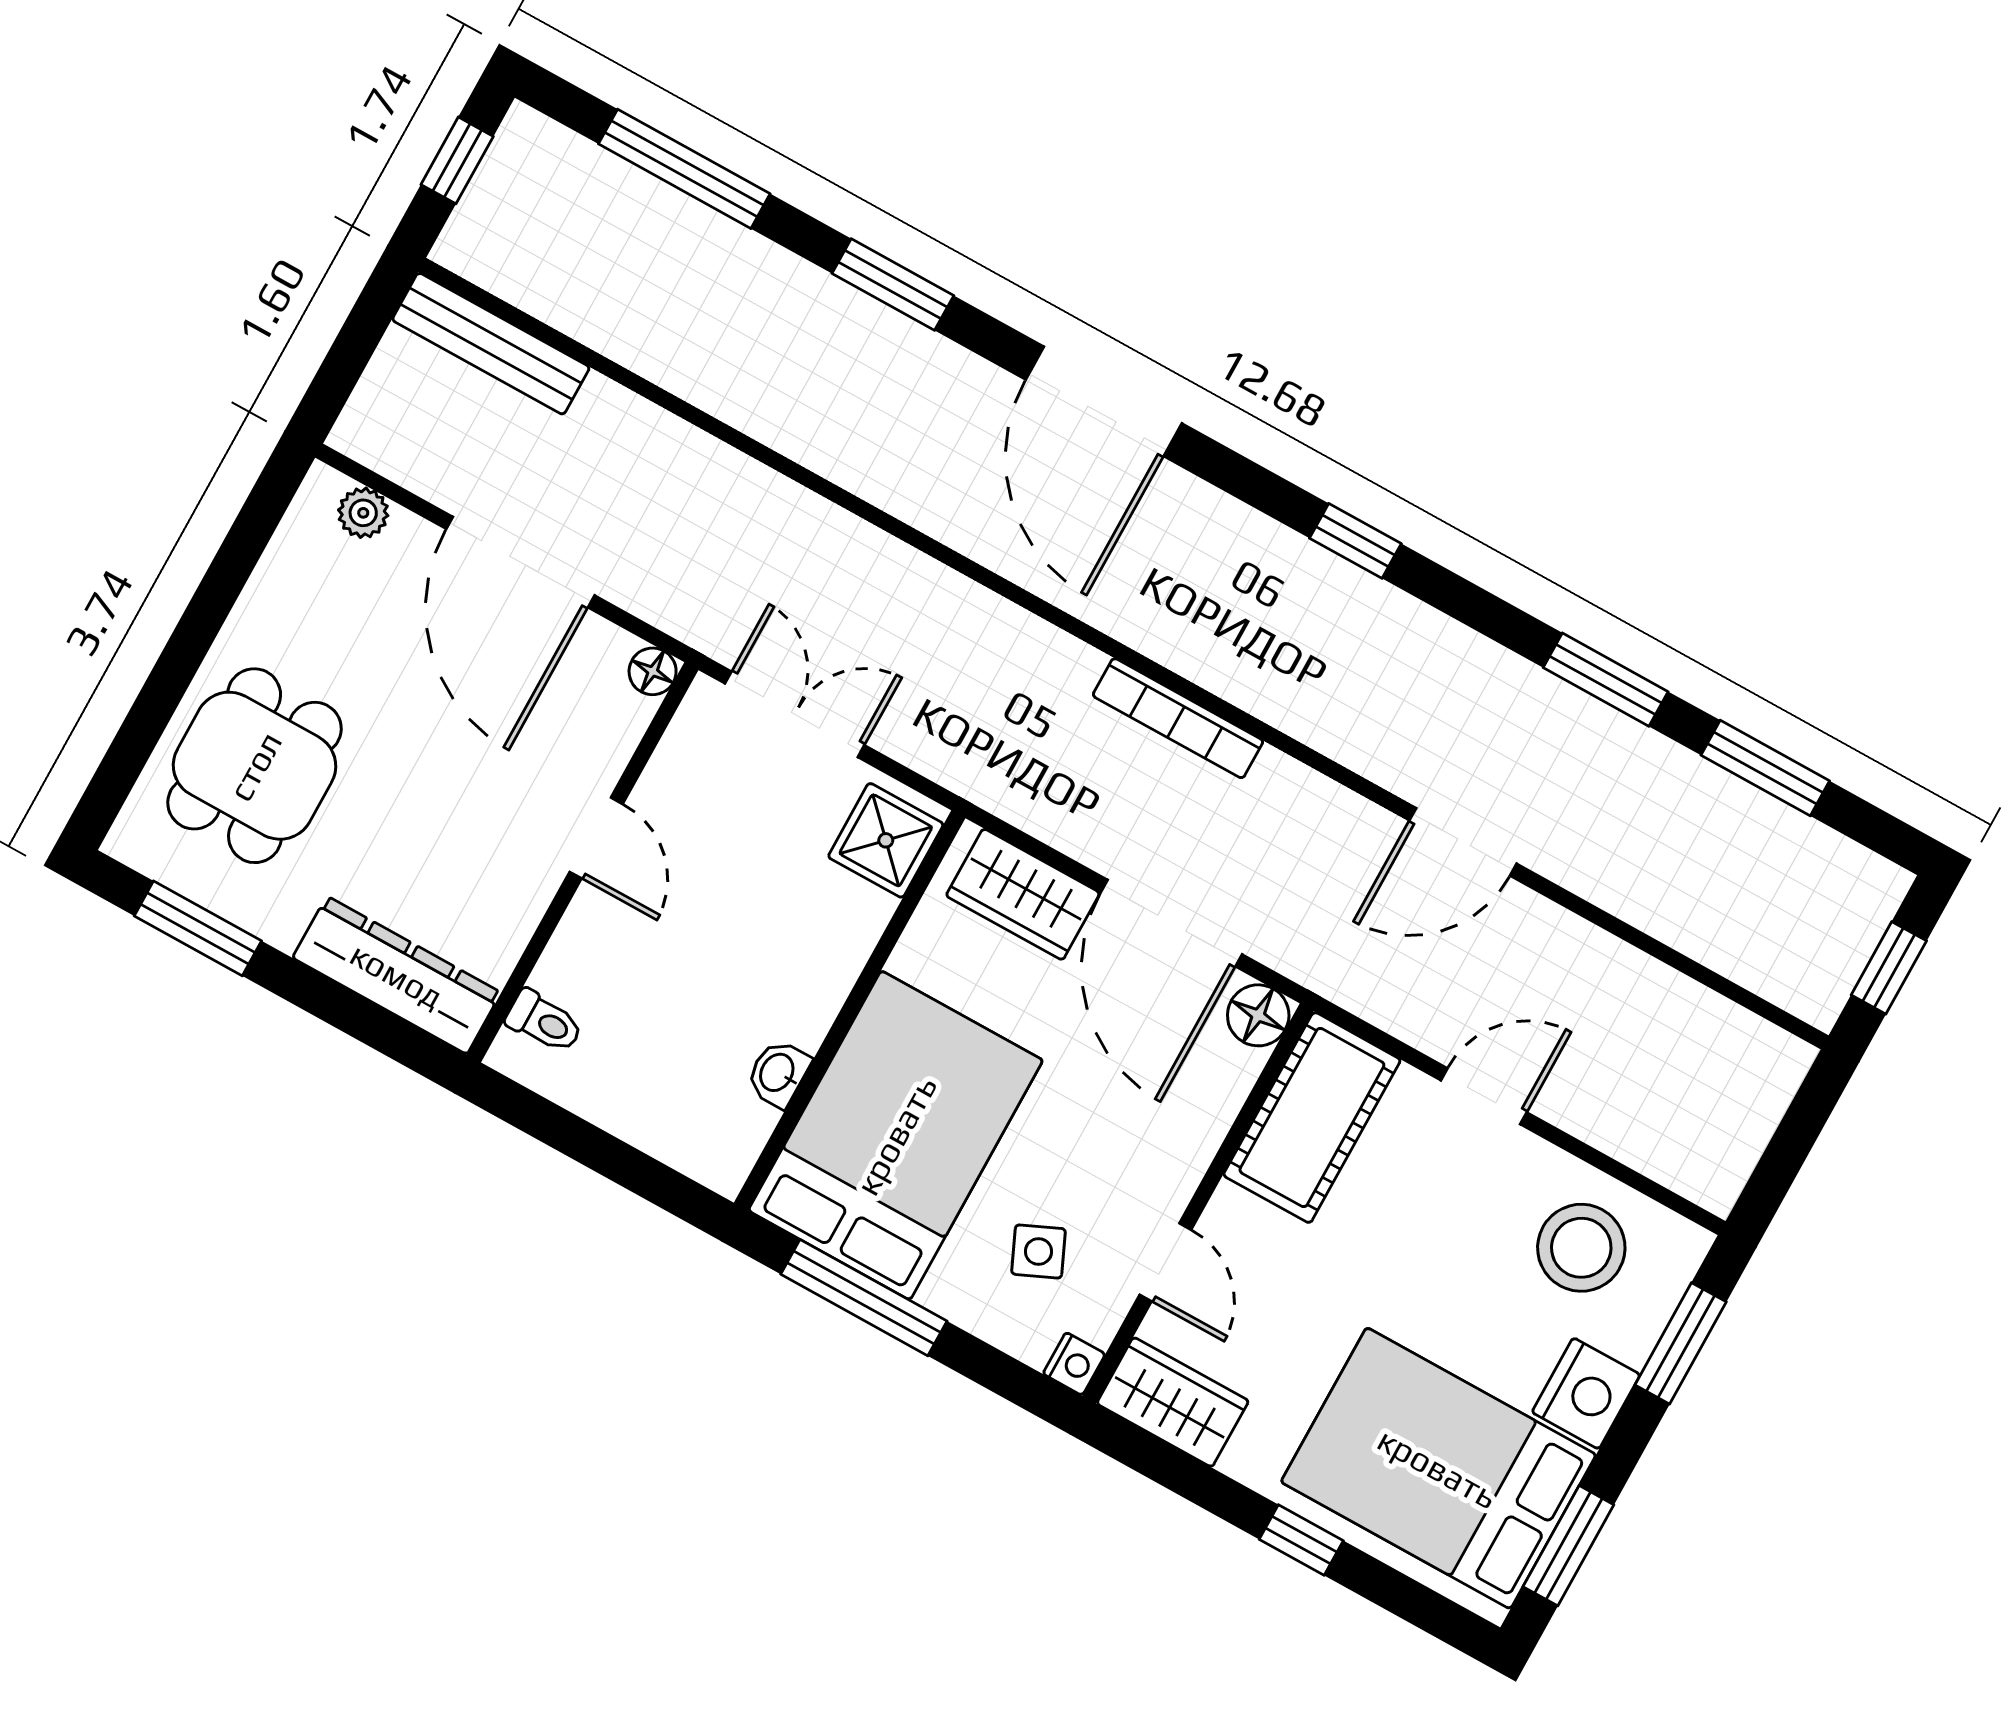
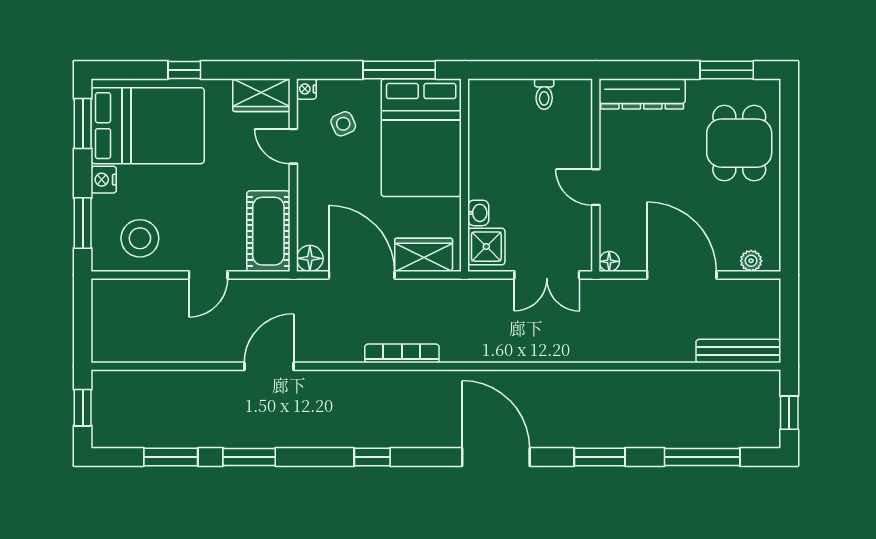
toilet: (544, 1022) -> (544, 94), moved, turned -90
washbasin: (778, 1073) -> (478, 213), moved
nightstand: (1586, 1393) -> (104, 180), width x0.74, depth x0.75

